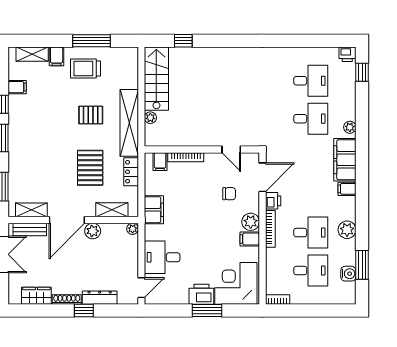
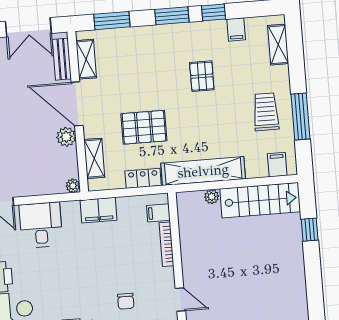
filing cabinet: (57, 56) -> (277, 165), moved, turned 90
pallet: (91, 115) -> (202, 76), moved
door: (231, 150) -> (180, 300), swing flipped

